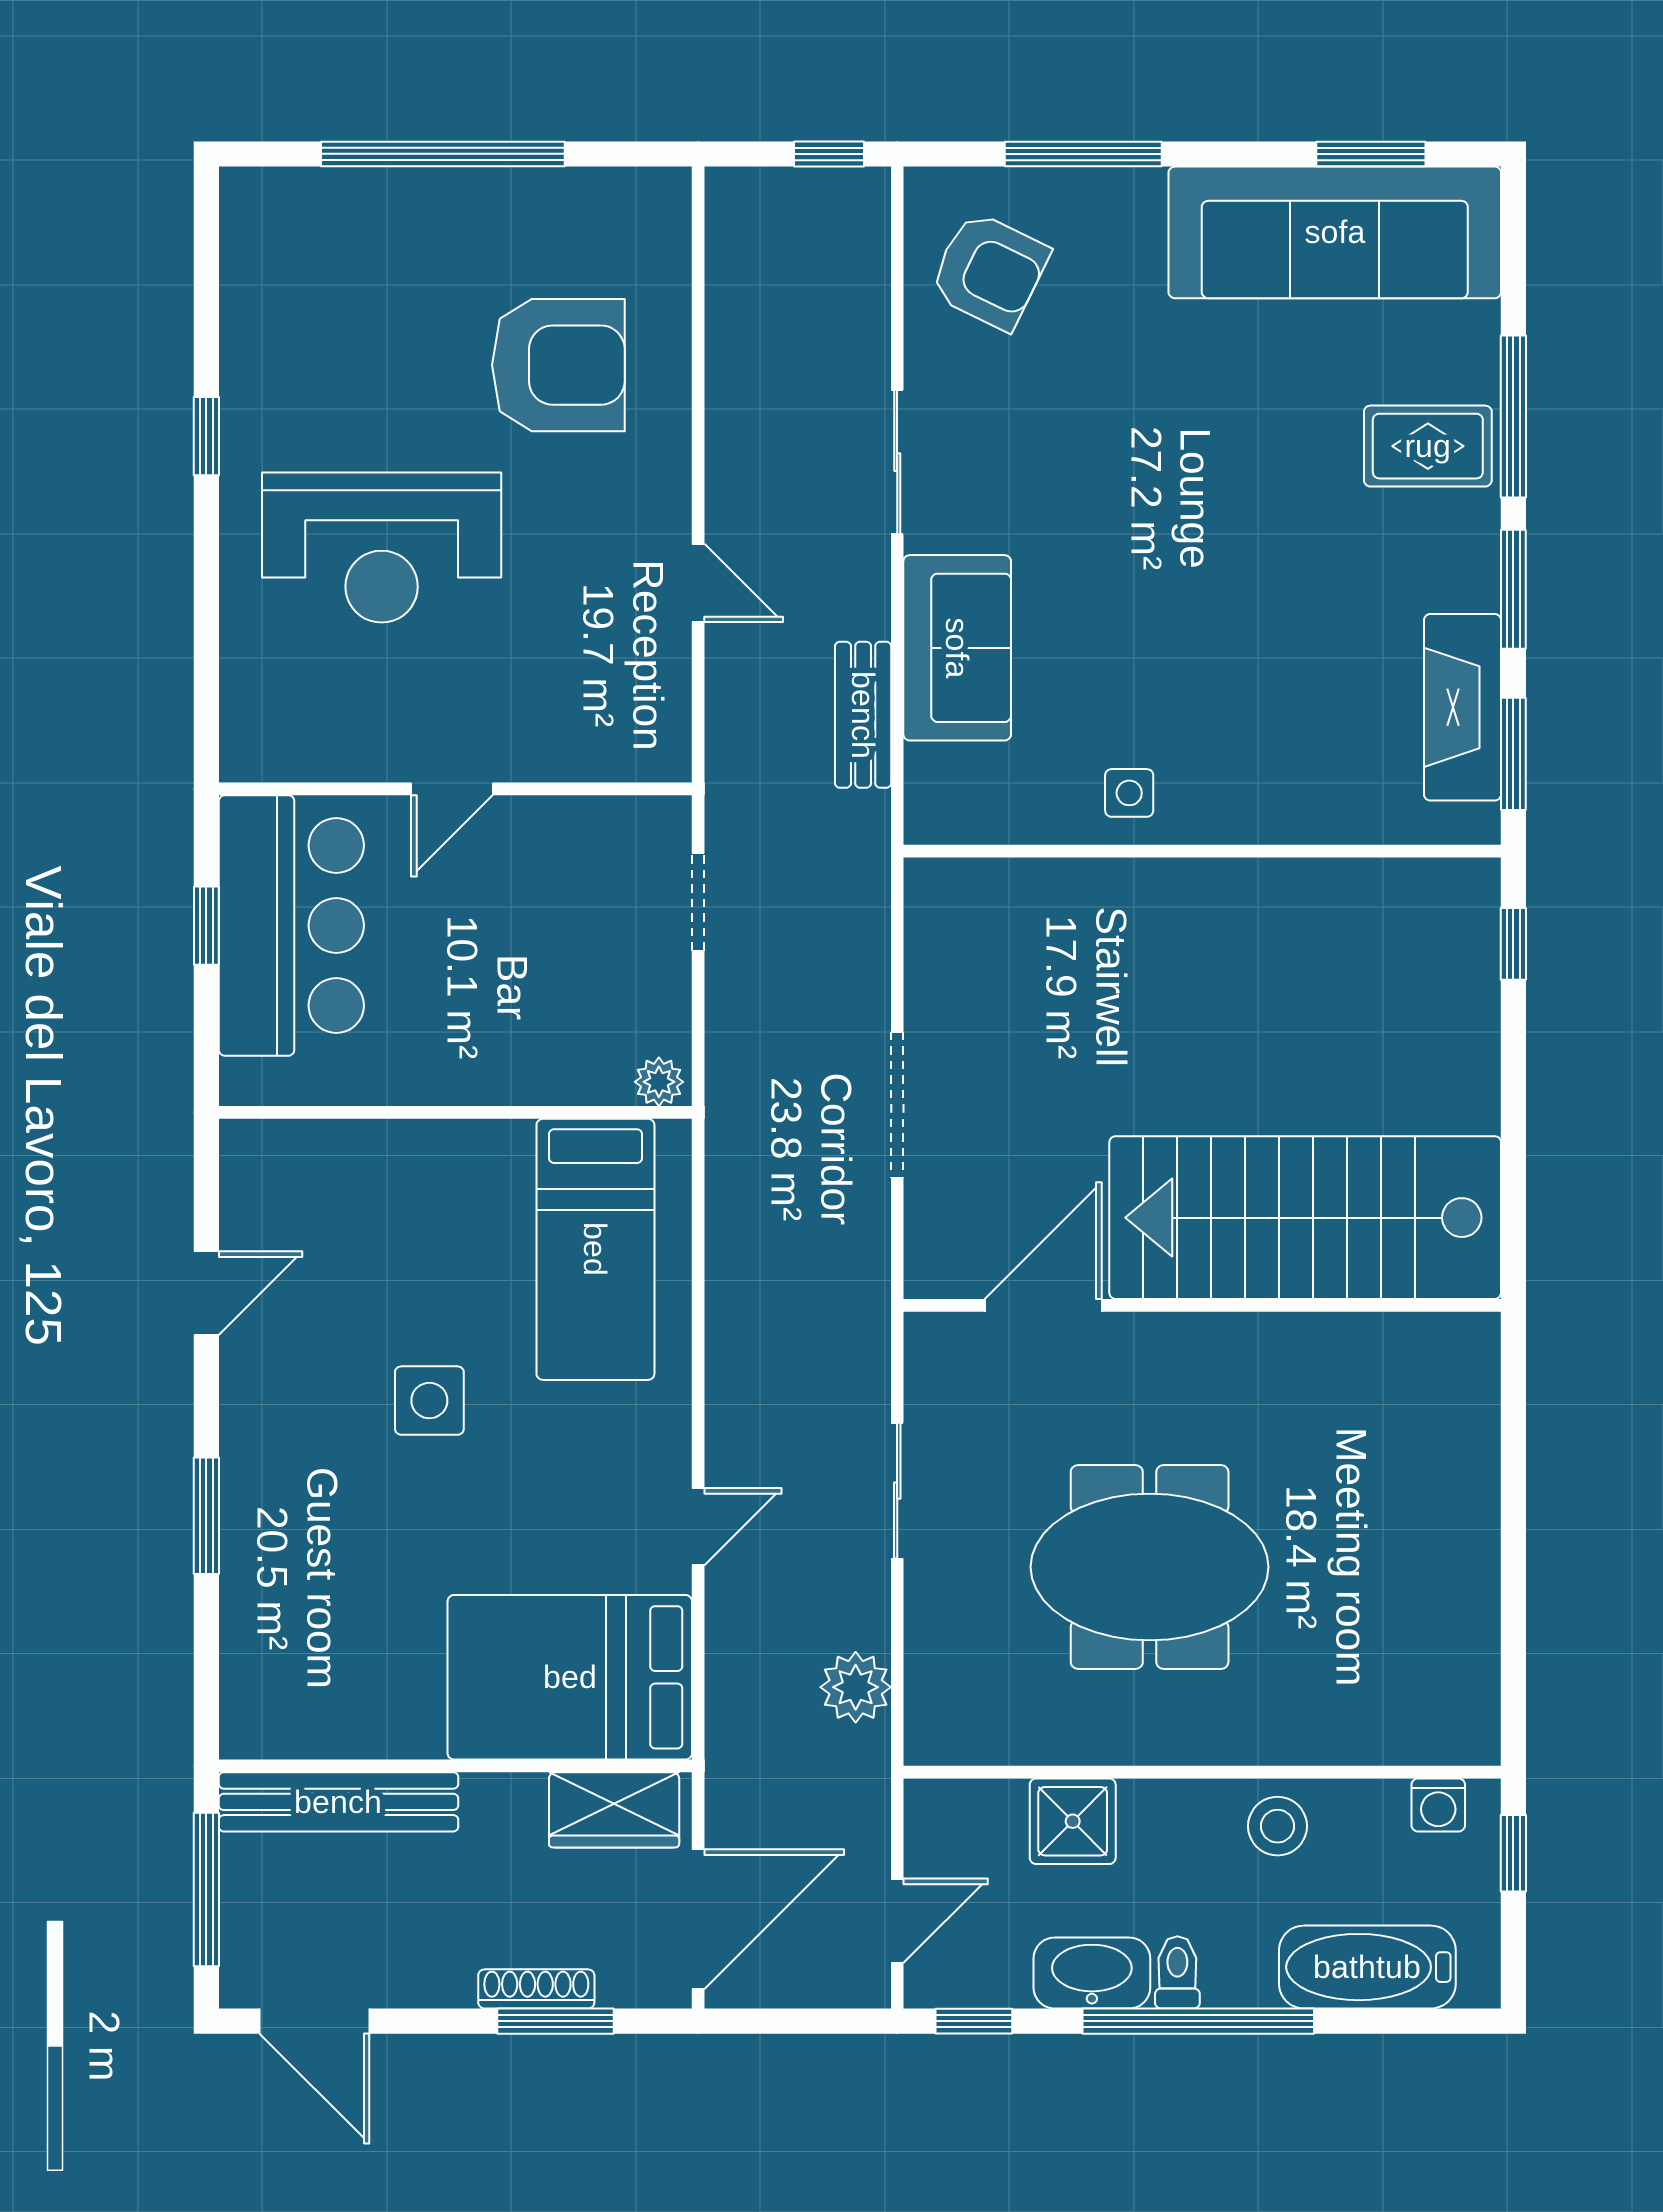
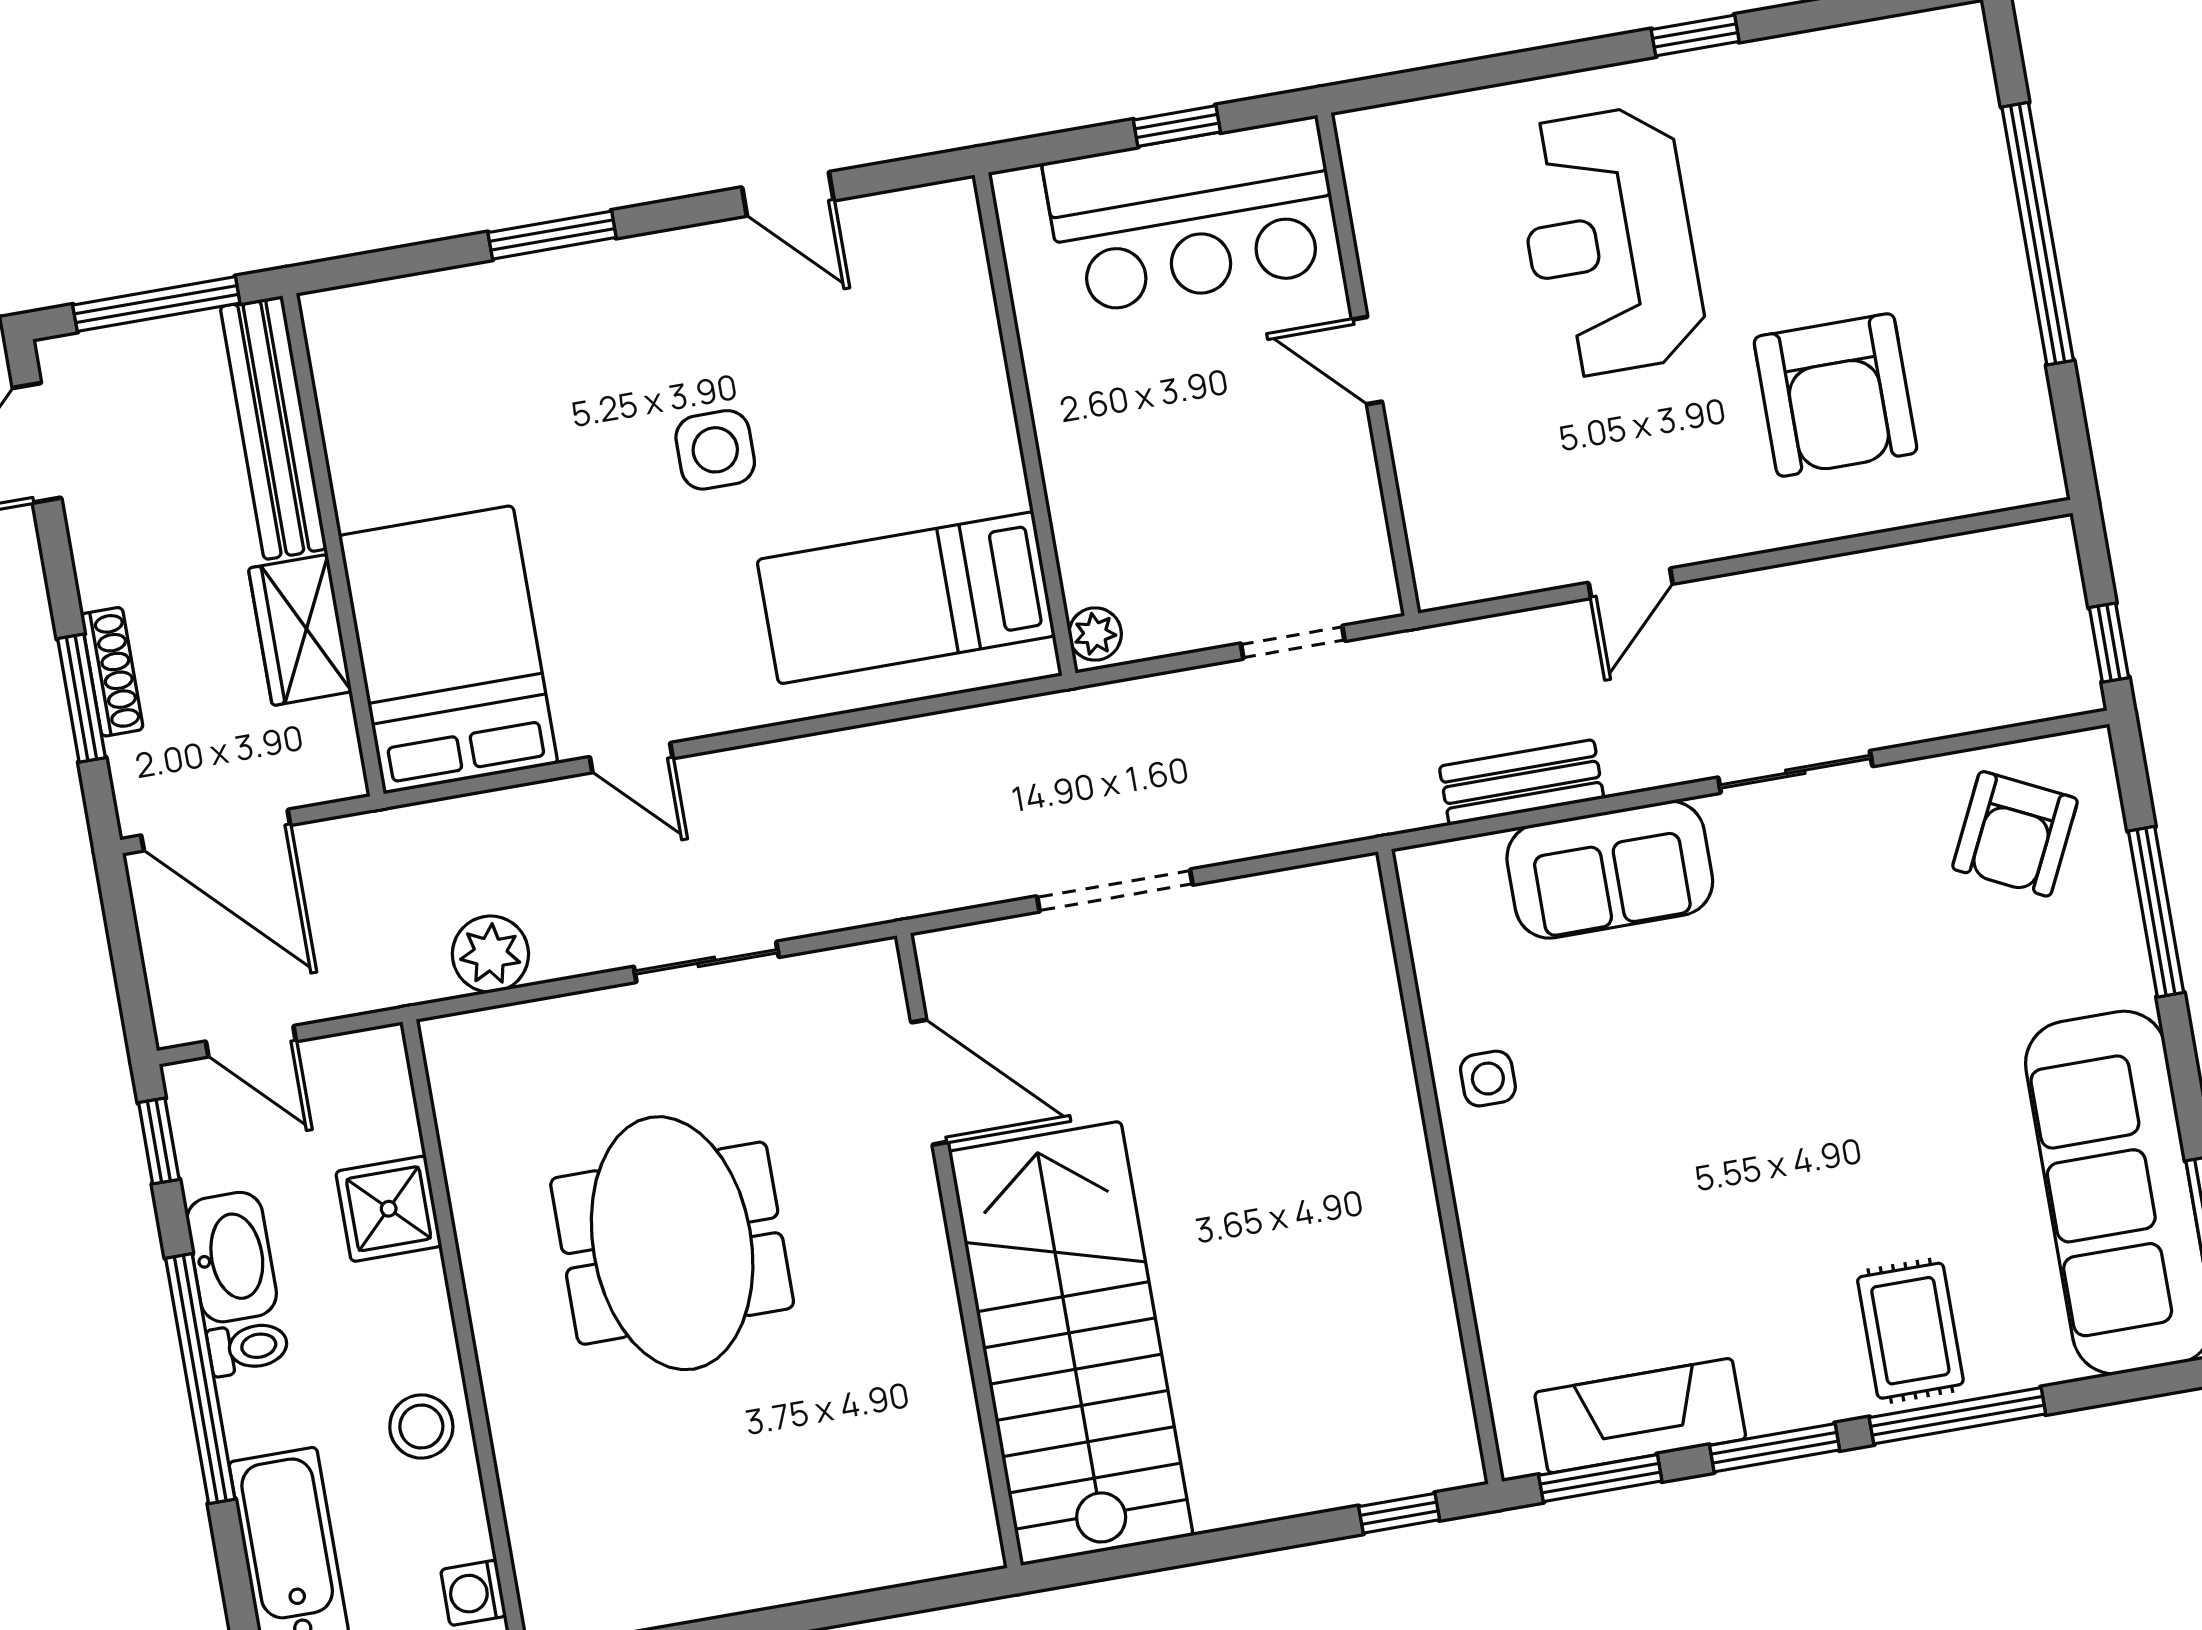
wardrobe: (614, 1810) -> (300, 630), moved

